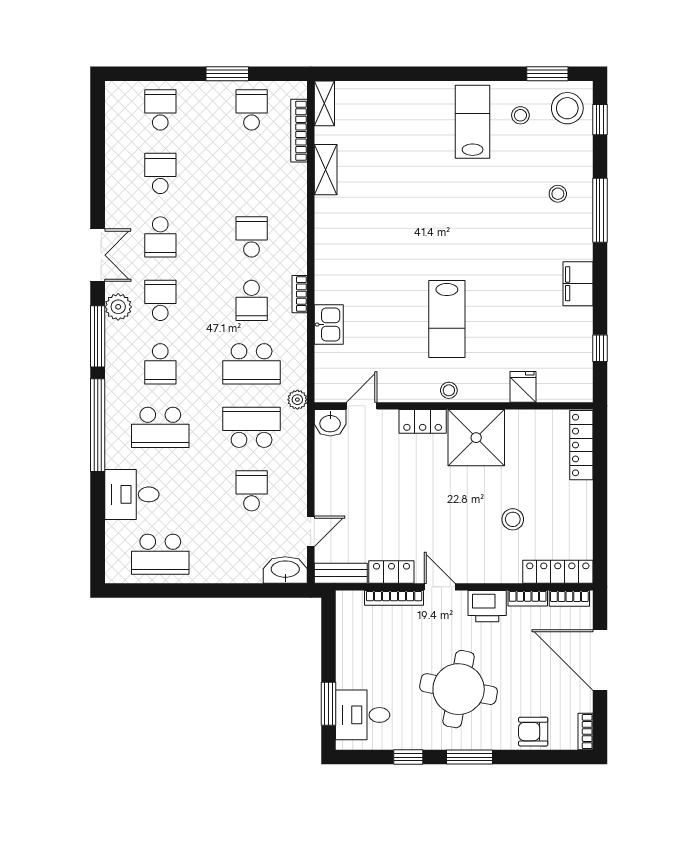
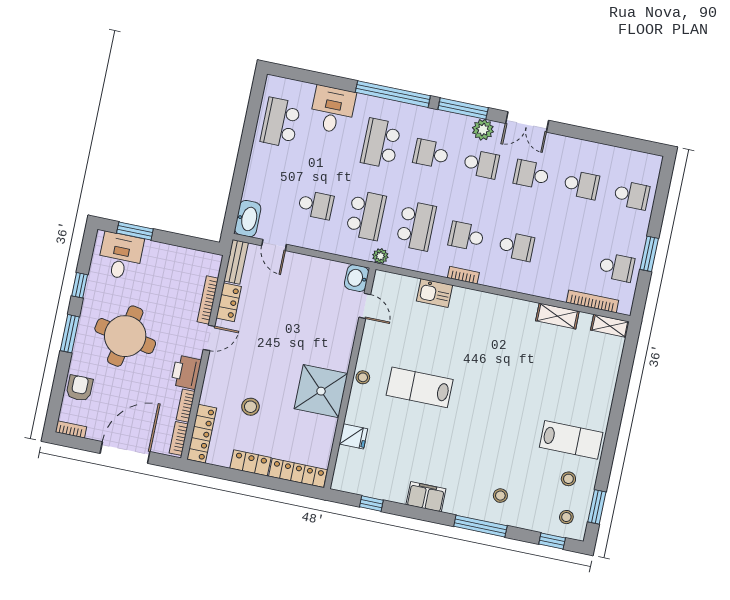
stool: (567, 108) -> (566, 517), width x0.53, depth x0.53
school desk: (252, 364) -> (416, 226), turned 180
locker: (423, 421) -> (250, 463), moved, turned 90

